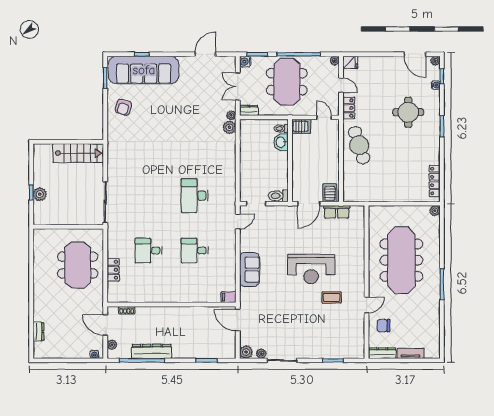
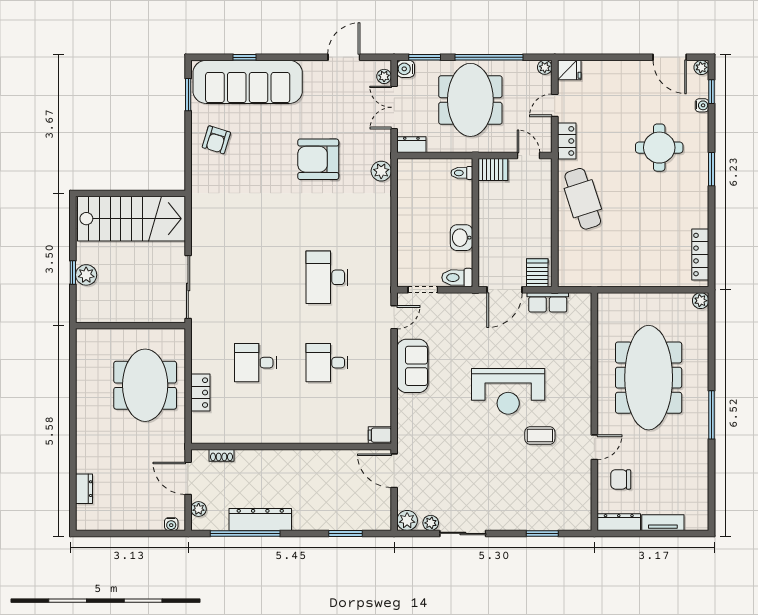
door: (341, 85) -> (555, 105), swing flipped
plant: (231, 115) -> (384, 76), moved
armchair: (189, 120) -> (318, 159), added
washbasin: (281, 142) -> (461, 238), moved
stairs: (78, 153) -> (132, 219), width x1.36, depth x1.51
sofa: (250, 270) -> (412, 366), moved

